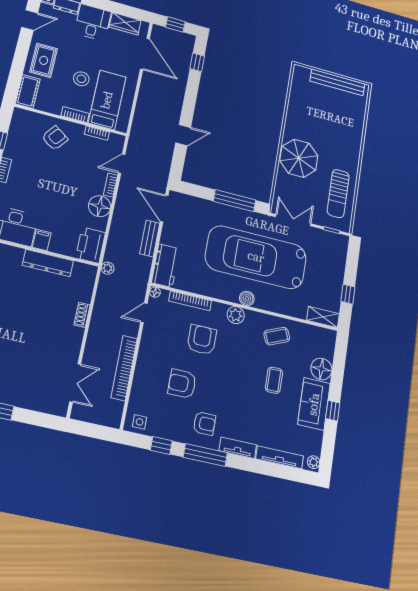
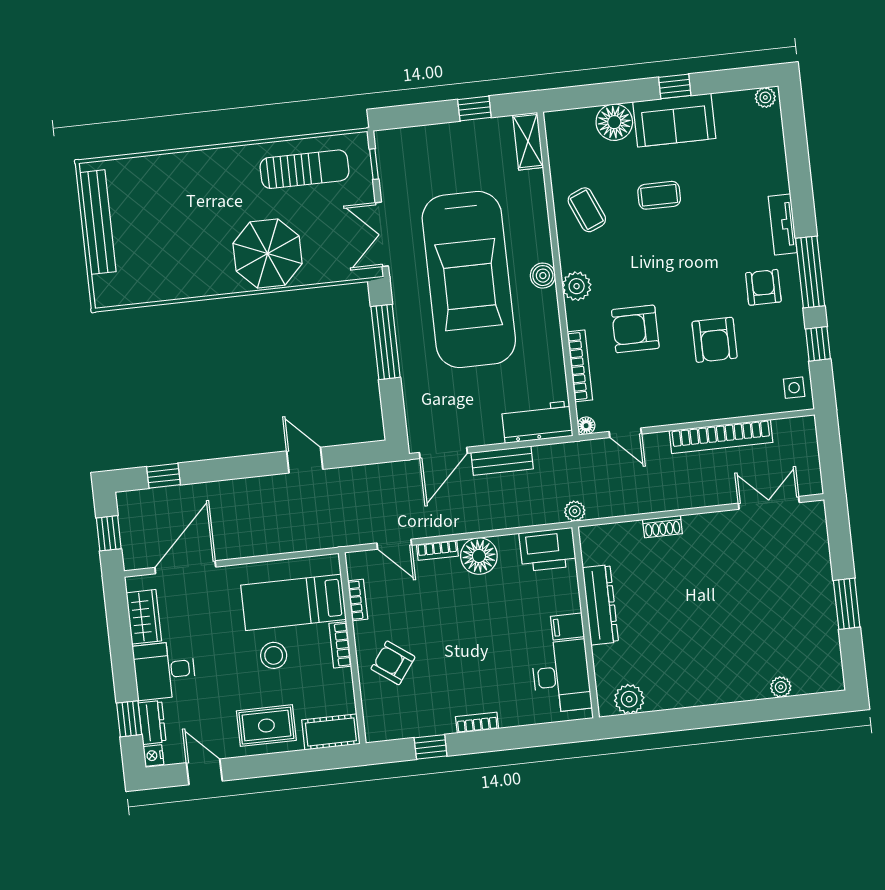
tv unit: (280, 457) -> (776, 154), removed

